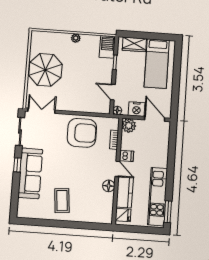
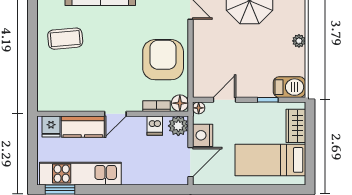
armchair: (82, 133) -> (163, 60), turned 180
dishwasher: (126, 156) -> (155, 126), moved
floor lamp: (109, 186) -> (180, 103), moved

